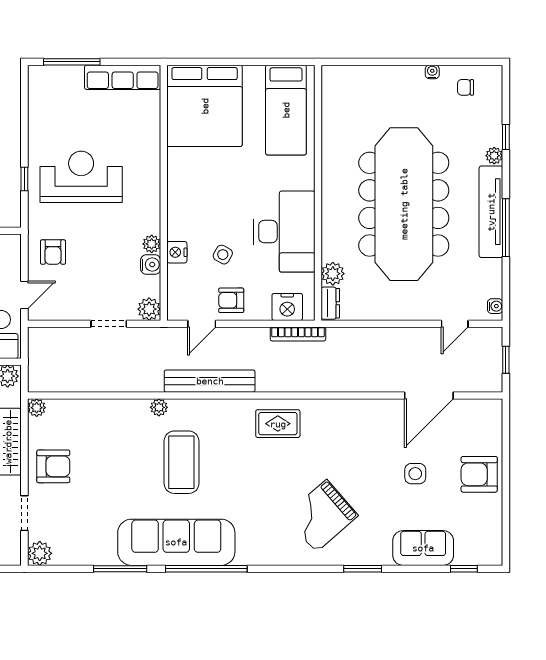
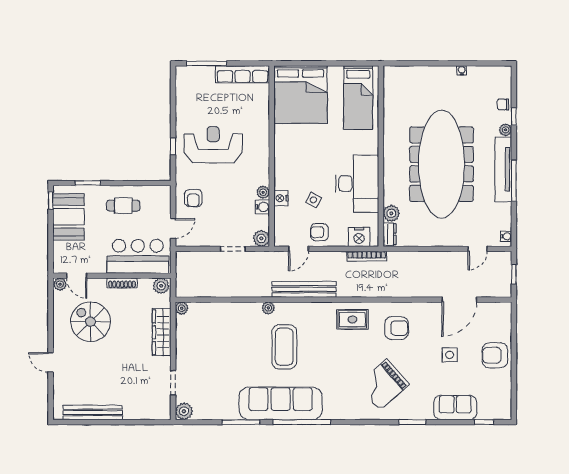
chair: (466, 87) -> (503, 104), moved
armchair: (53, 466) -> (396, 328), moved

